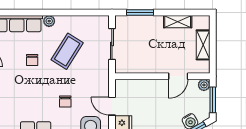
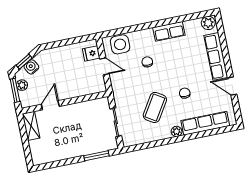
shelving: (178, 22) -> (61, 154), removed
shelving: (203, 45) -> (31, 126), moved
plant: (204, 85) -> (22, 85), moved

